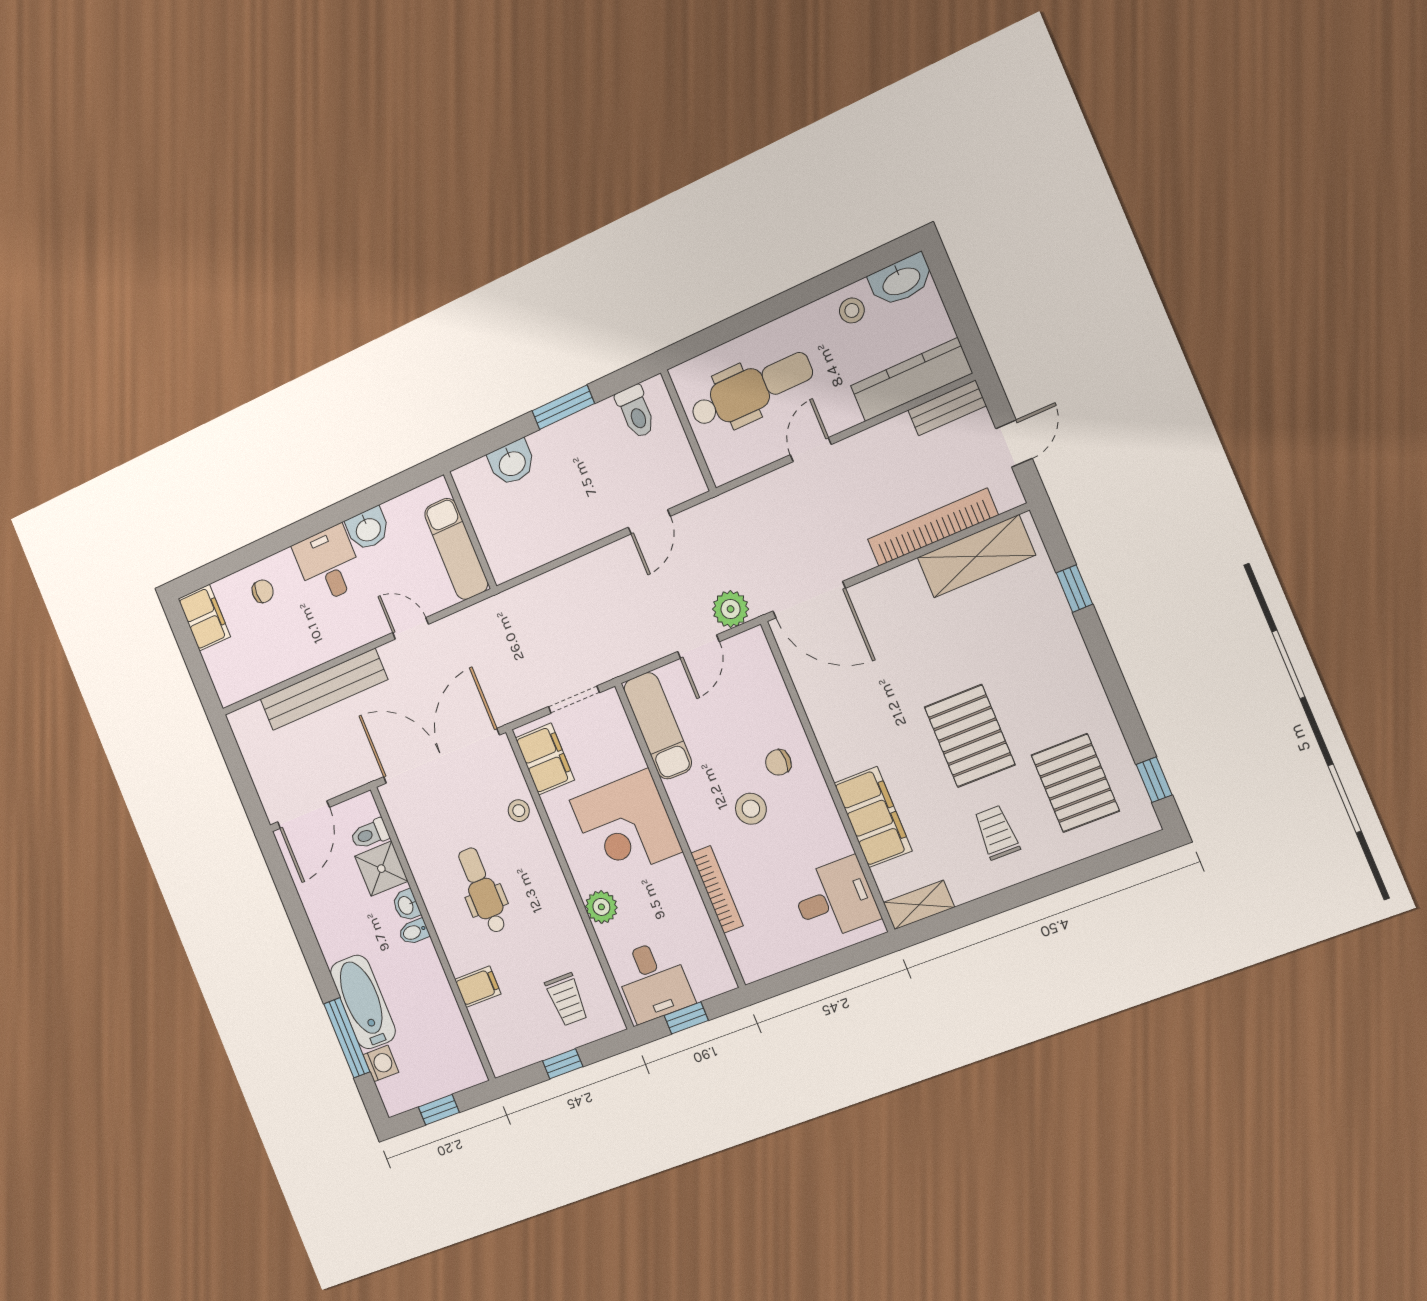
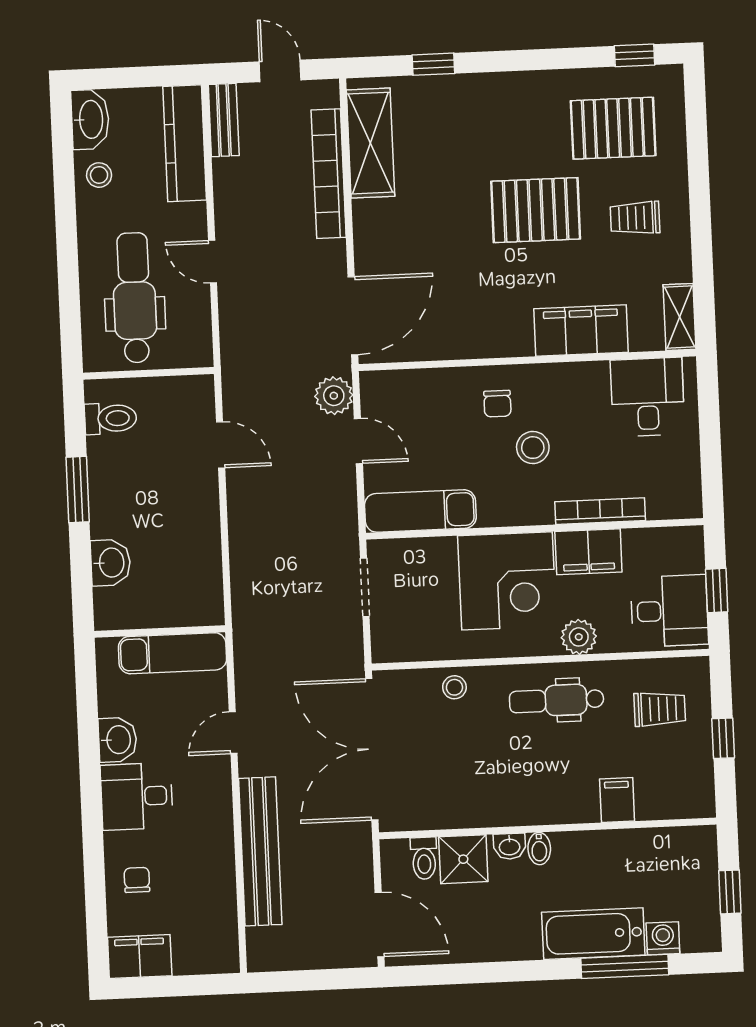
filing cabinet: (545, 759) -> (588, 552), moved, turned 180
dental chair: (482, 890) -> (557, 700), moved

